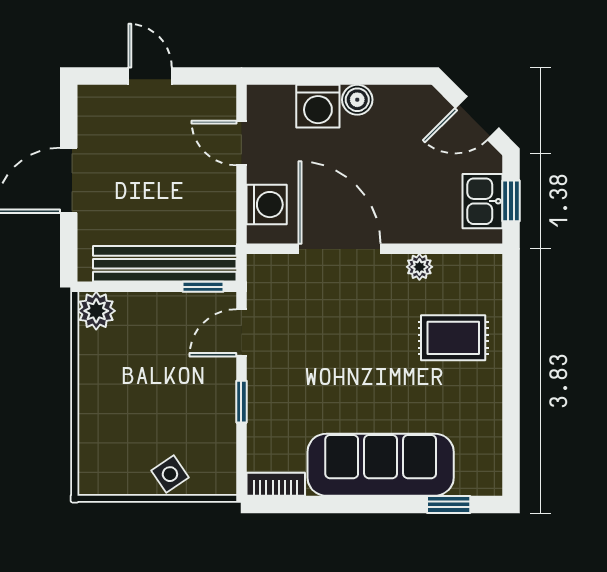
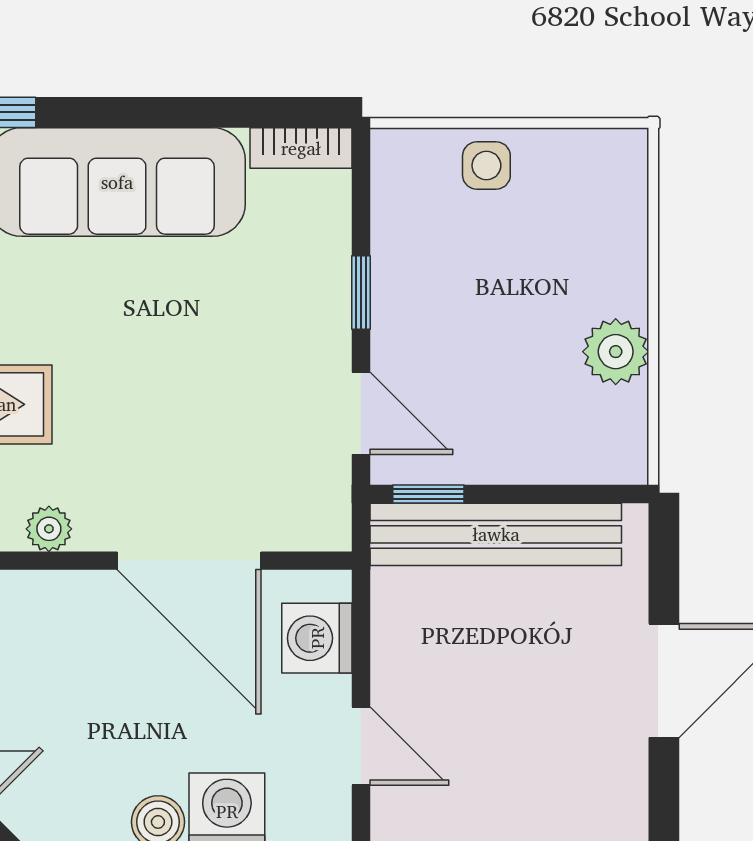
plant: (96, 311) -> (616, 352), moved
door: (241, 333) -> (361, 413), hinge flipped
side table: (170, 474) -> (486, 166), turned 34

